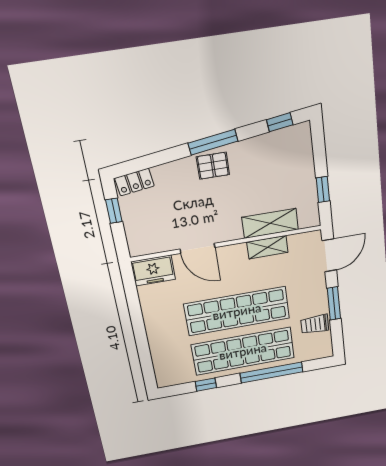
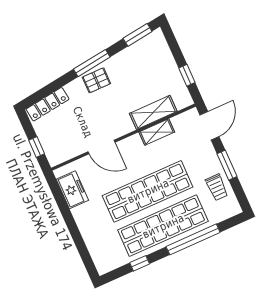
window: (280, 122) -> (138, 35), width x1.50
locker: (134, 182) -> (48, 104), width x1.53
window: (114, 211) -> (37, 147), moved
freezer: (153, 271) -> (72, 190), moved, turned -90
trolley: (315, 324) -> (217, 187), turned -90

